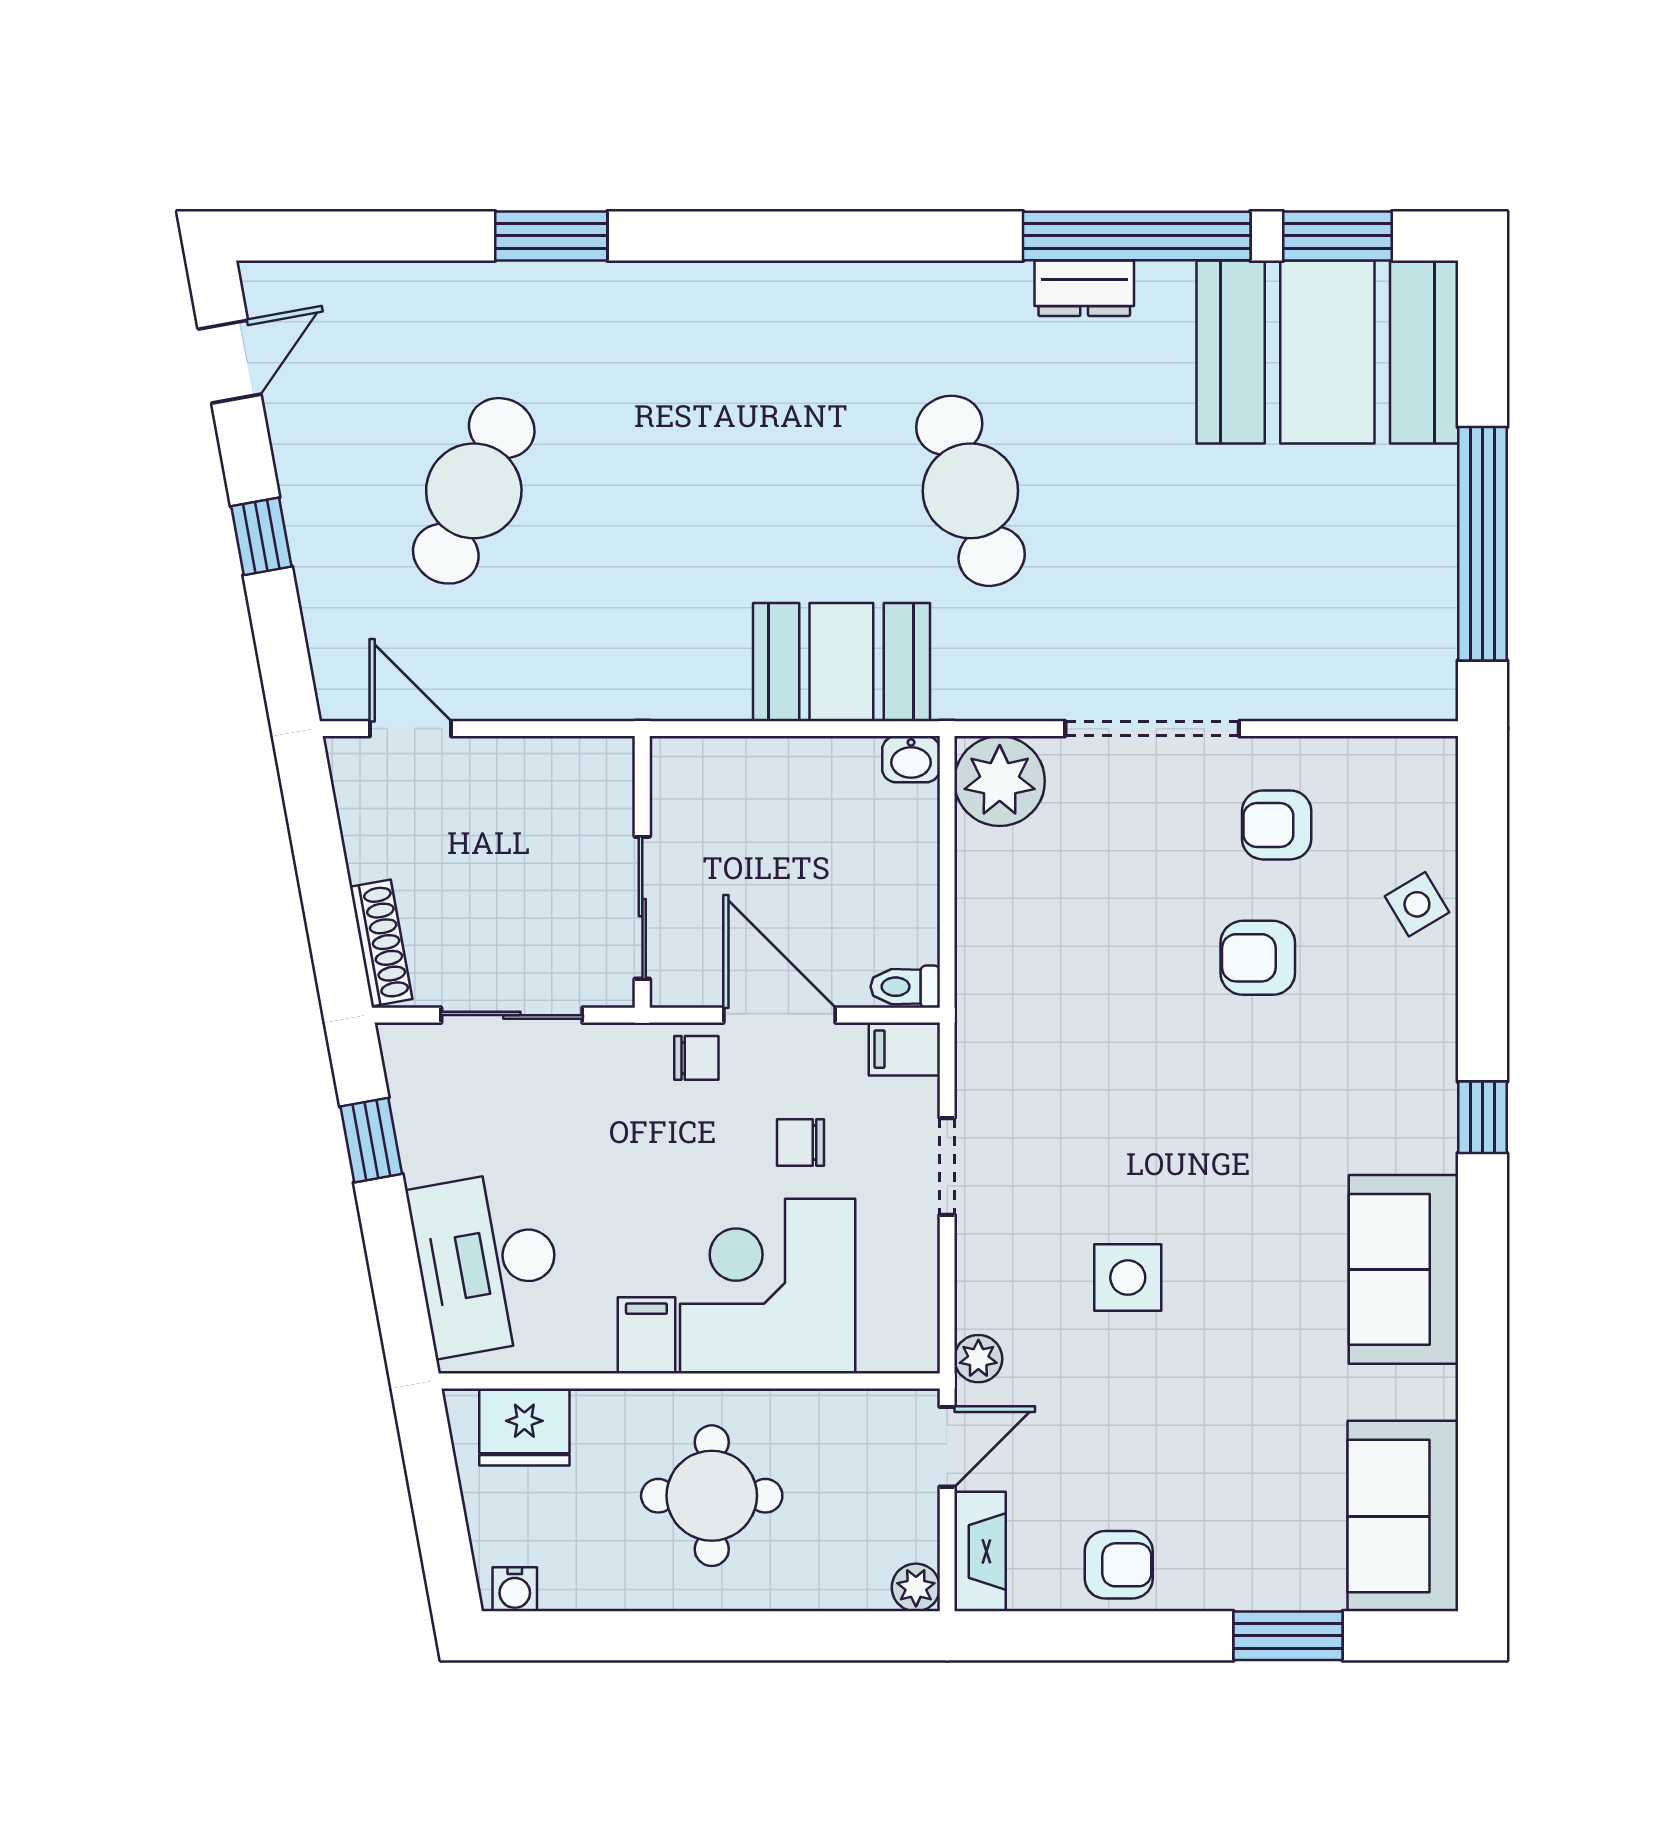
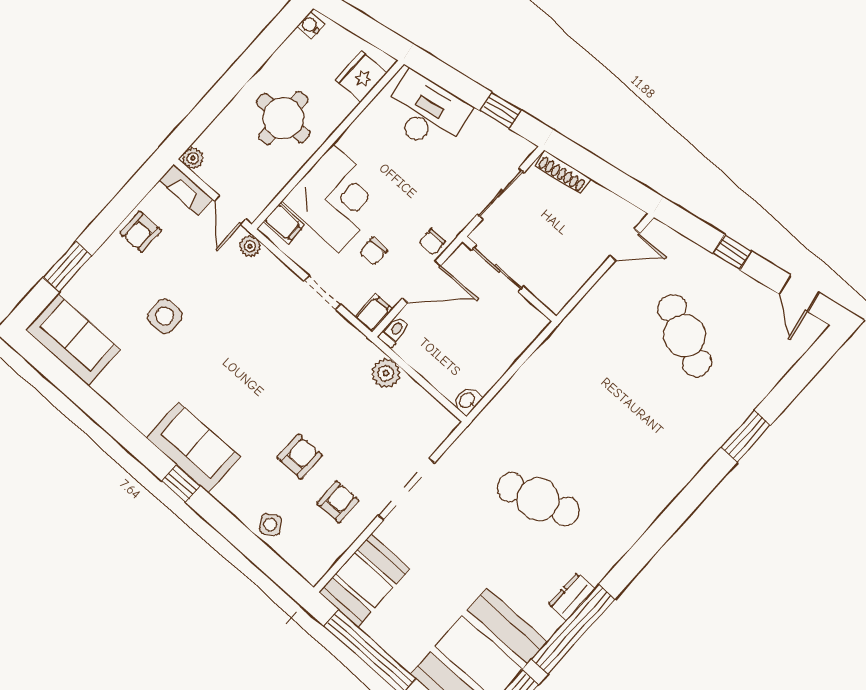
booth: (841, 662) -> (364, 580), moved
plant: (1000, 781) -> (386, 373), moved, width x0.73, depth x0.73
chair: (801, 1142) -> (374, 251), turned 180
sofa: (1403, 1269) -> (193, 448), moved
side table: (1128, 1278) -> (165, 316), moved
filing cabinet: (646, 1335) -> (284, 224), moved

